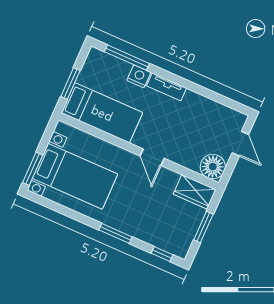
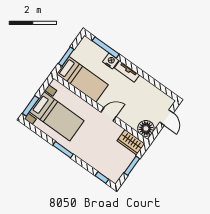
door: (152, 157) -> (108, 114), swing flipped
window: (115, 233) -> (63, 150), moved

